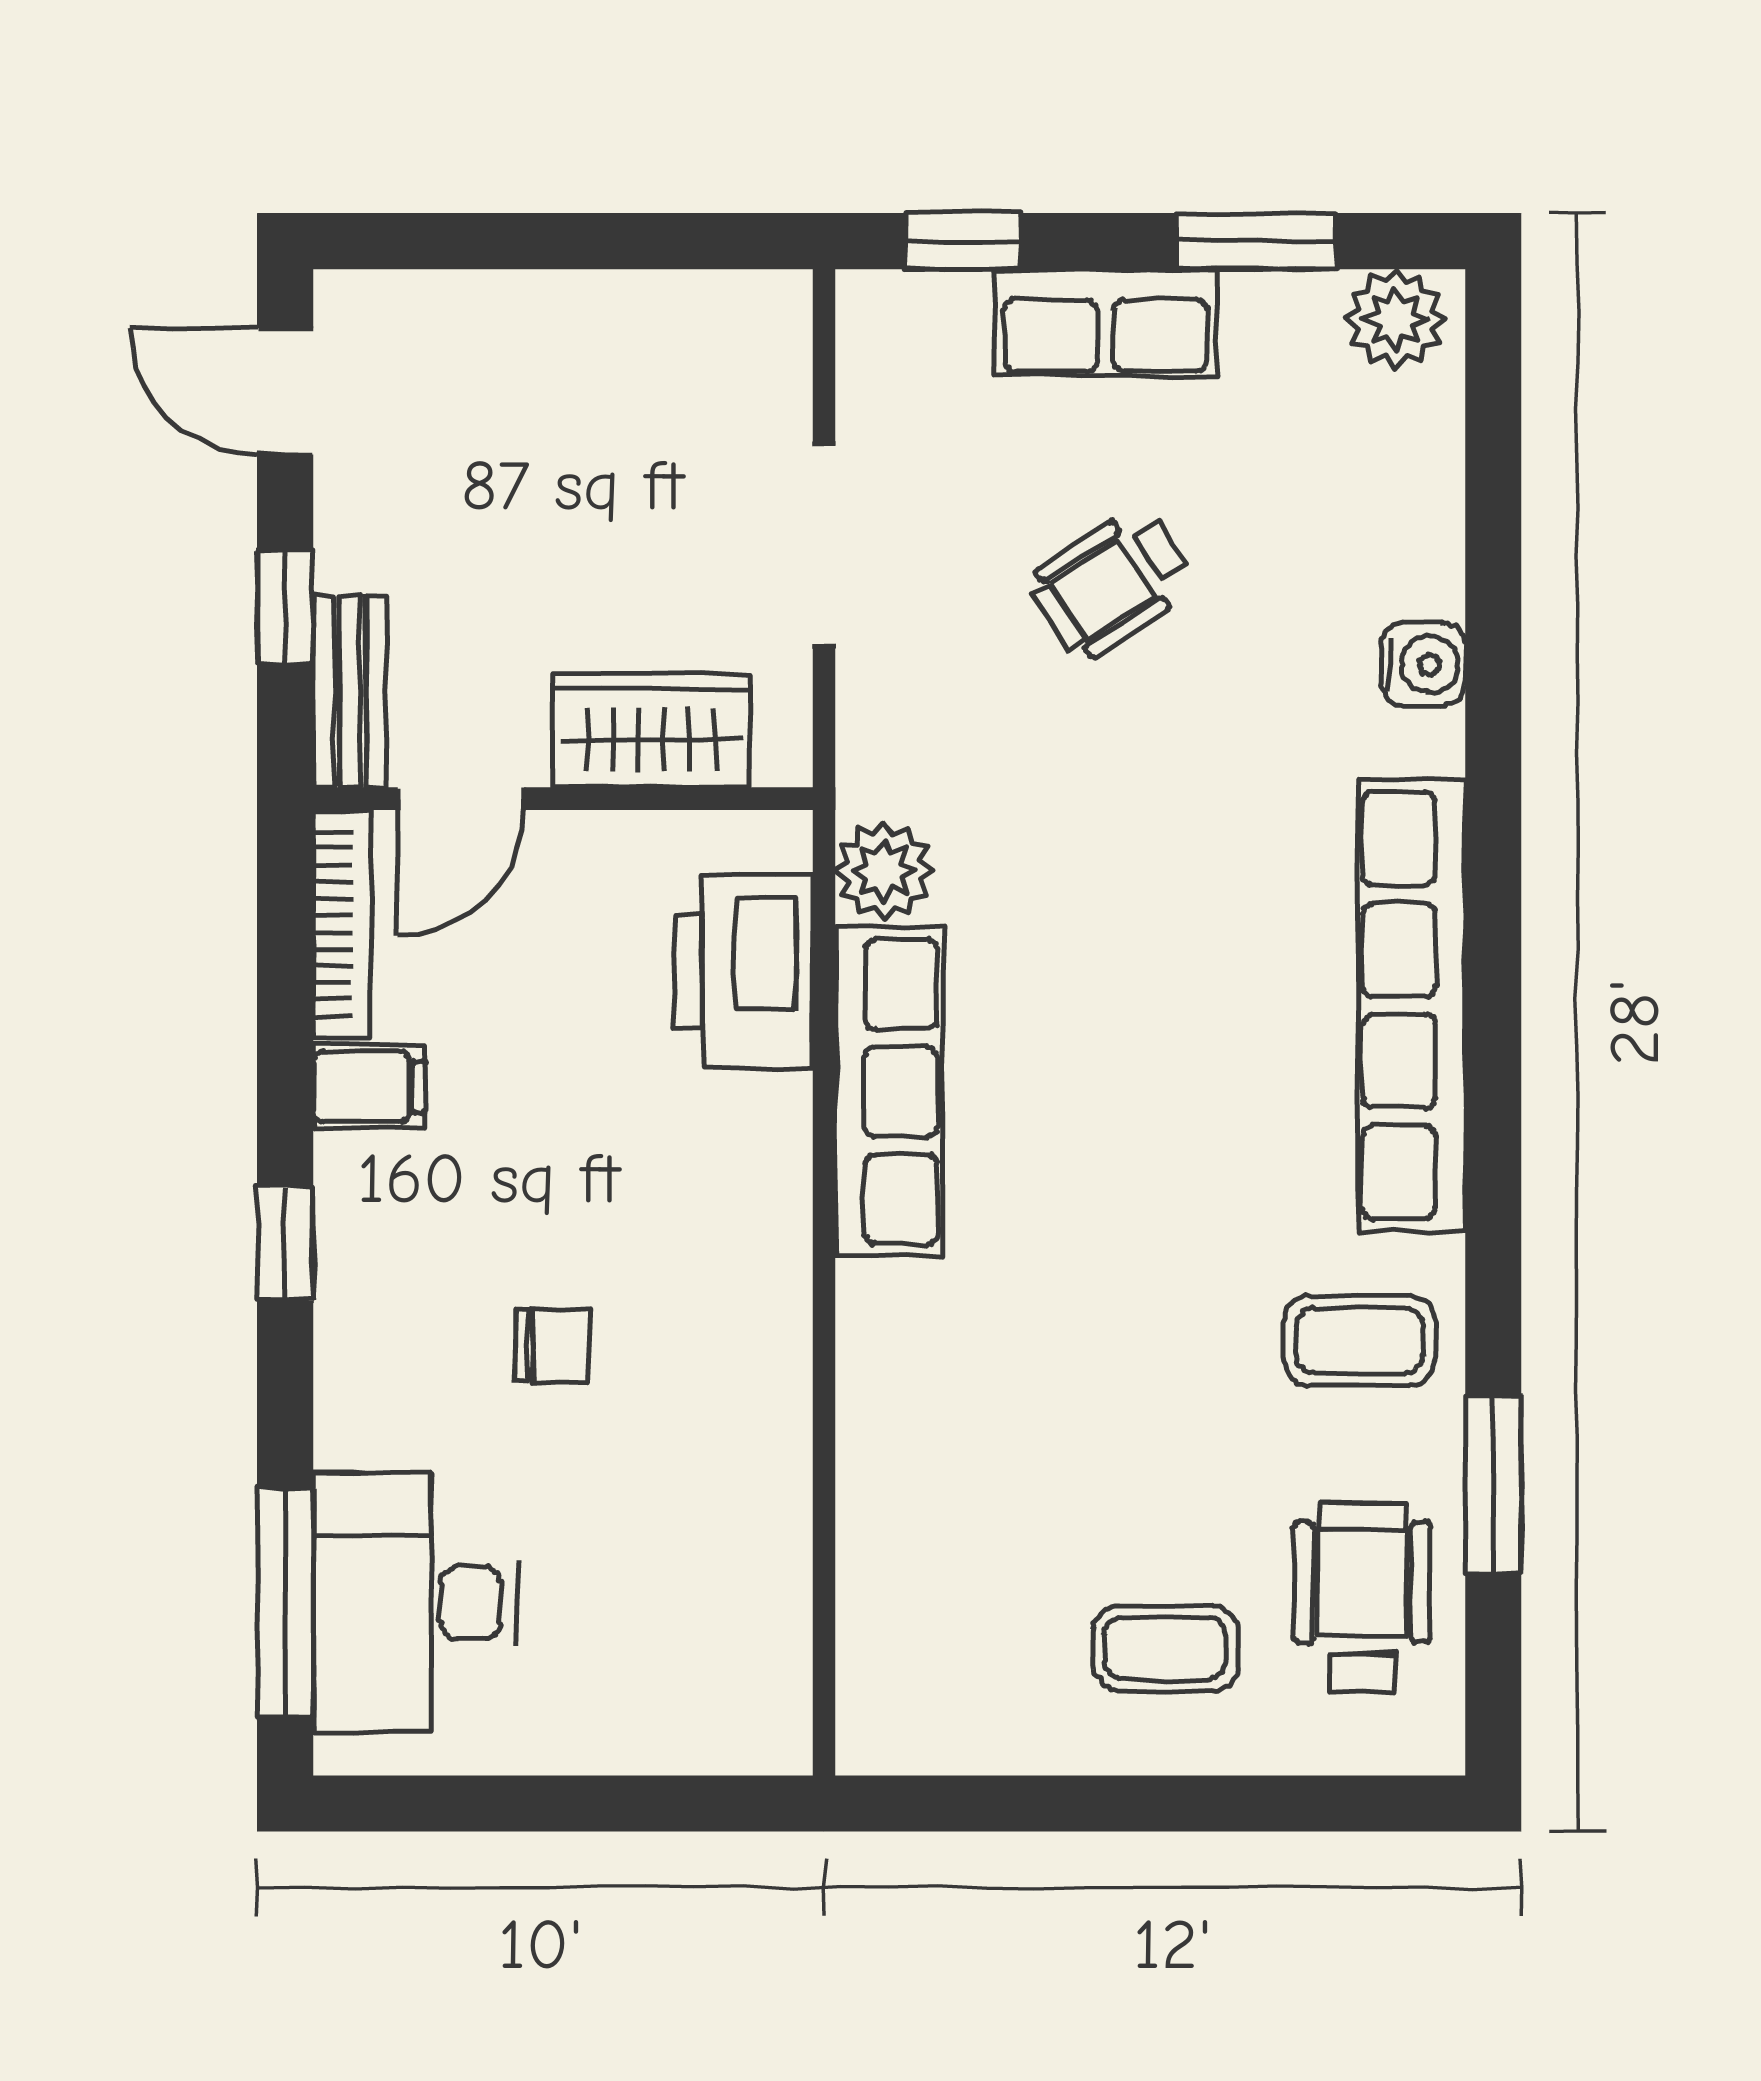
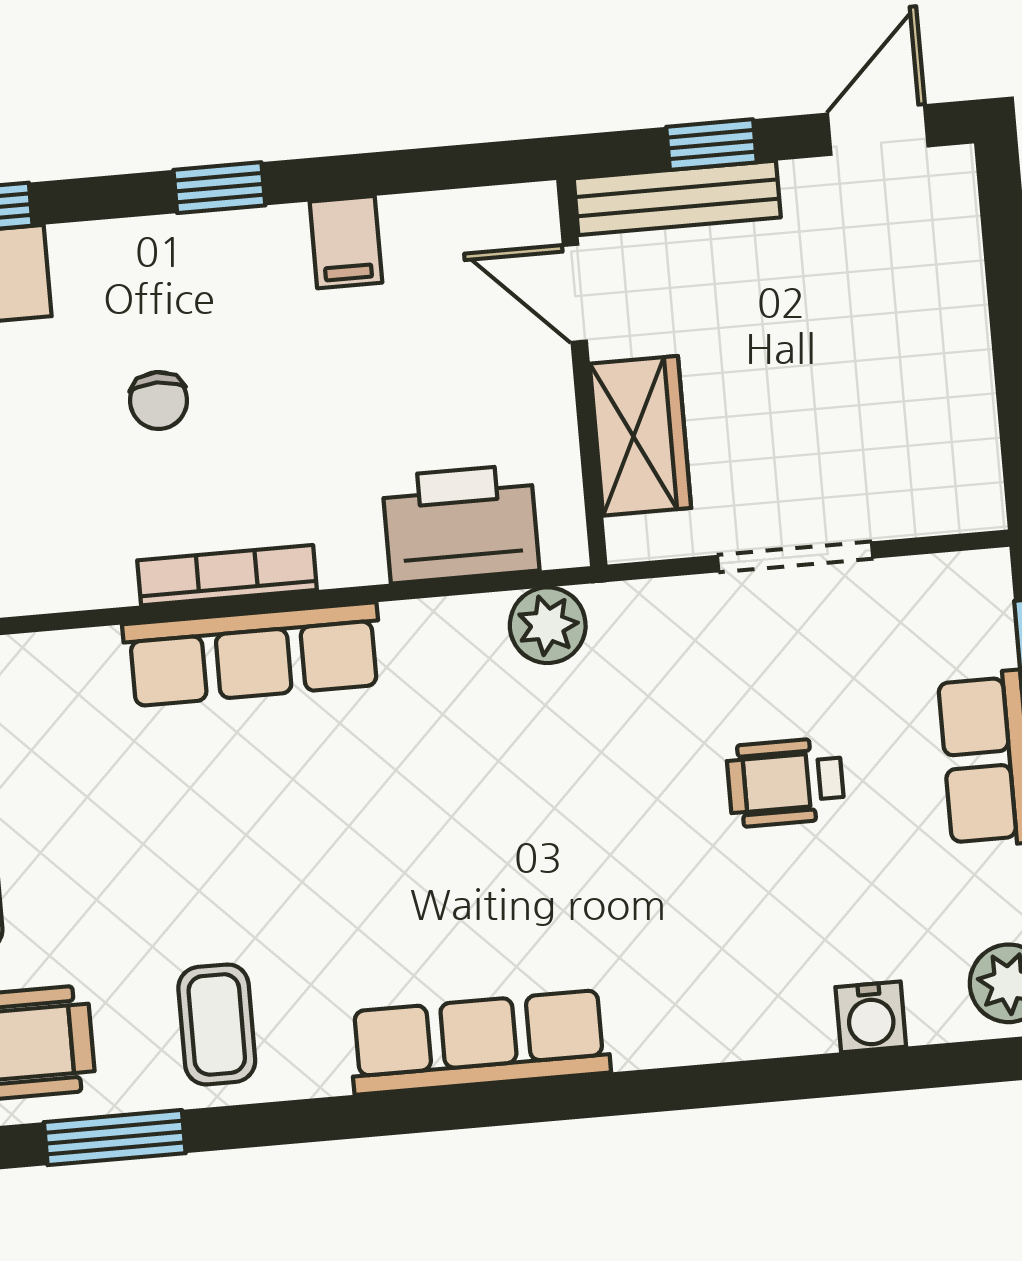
wheelchair: (1112, 583) -> (785, 782), turned -57
water cooler: (1423, 665) -> (871, 1017), moved
bench: (350, 691) -> (677, 198), width x1.36
bookcase: (342, 924) -> (227, 575), moved, turned 180
row of seats: (1412, 1006) -> (479, 1042), width x0.73
row of seats: (888, 1092) -> (253, 654), moved

